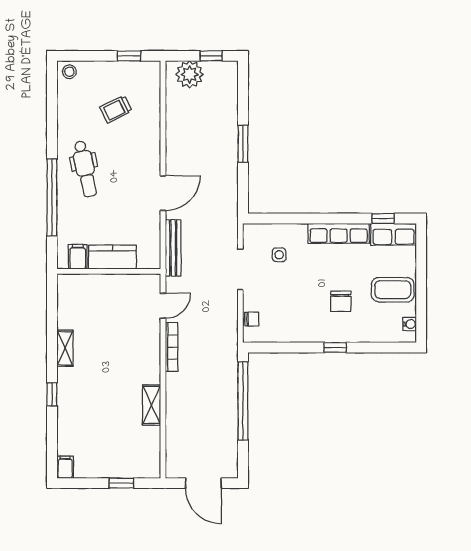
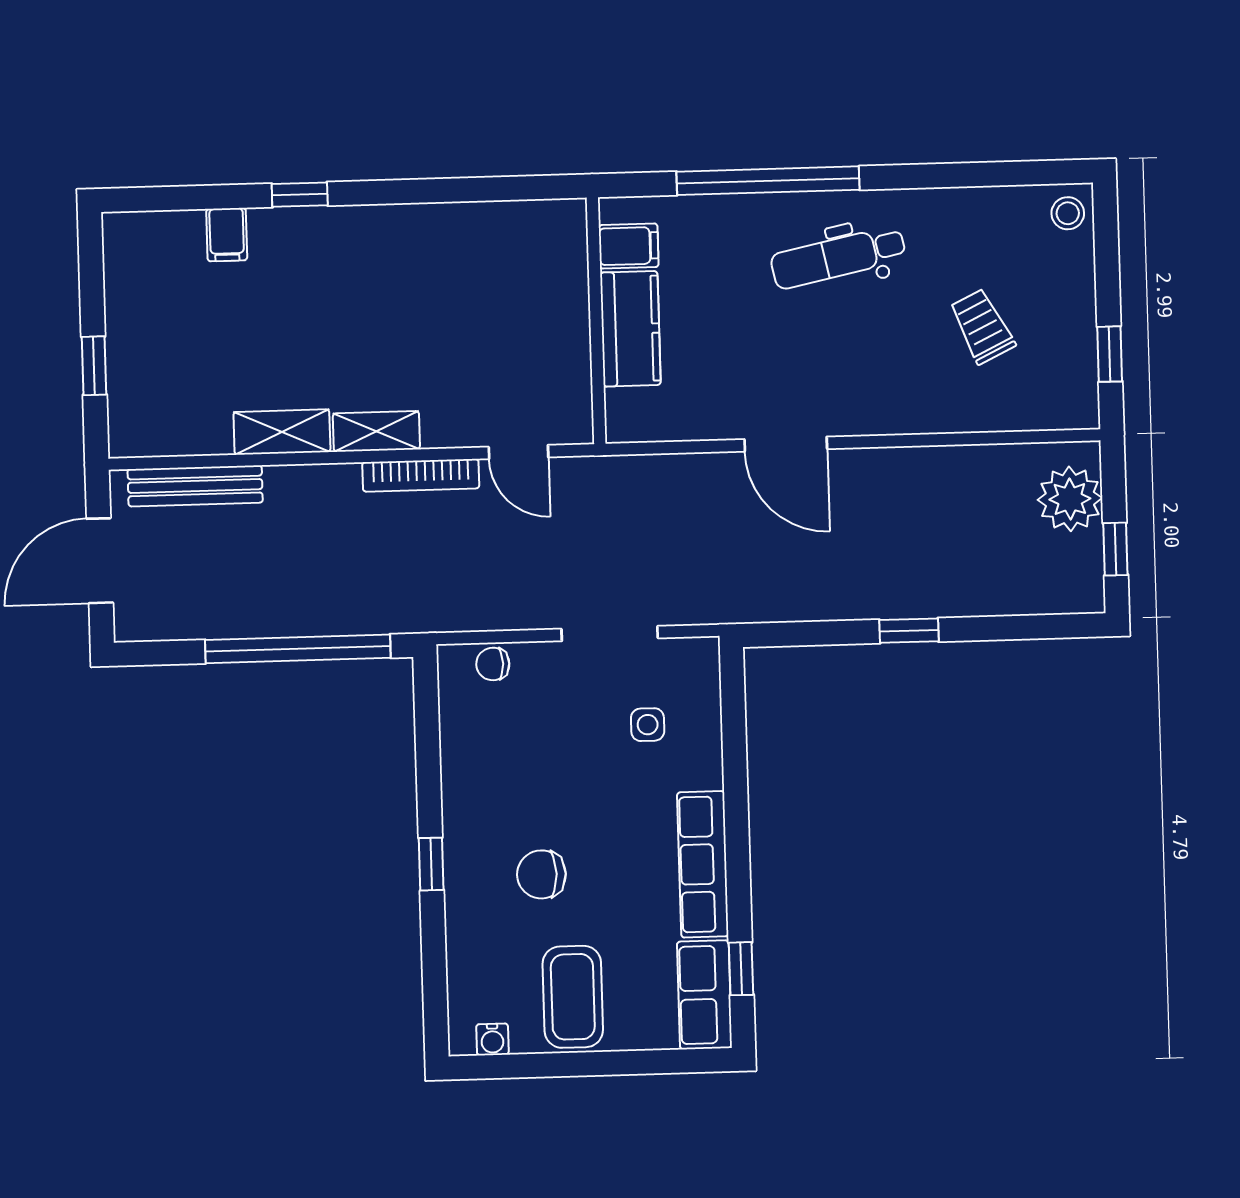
window: (243, 144) -> (909, 631), width x0.67
bench: (173, 248) -> (195, 486), moved
chair: (252, 319) -> (493, 664), turned 90
shelving: (65, 348) -> (376, 431), moved
filing cabinet: (65, 467) -> (227, 235), moved, turned 90

